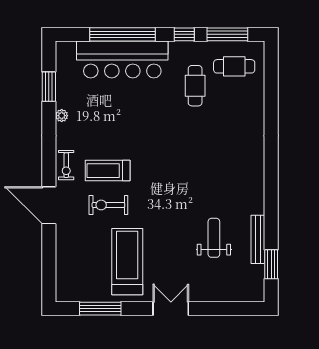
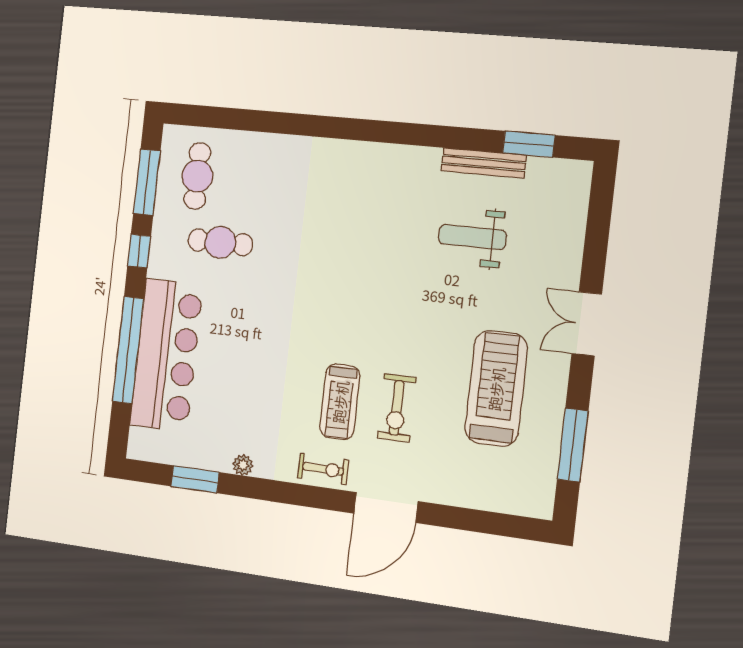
treadmill: (127, 262) -> (496, 389), turned 90

